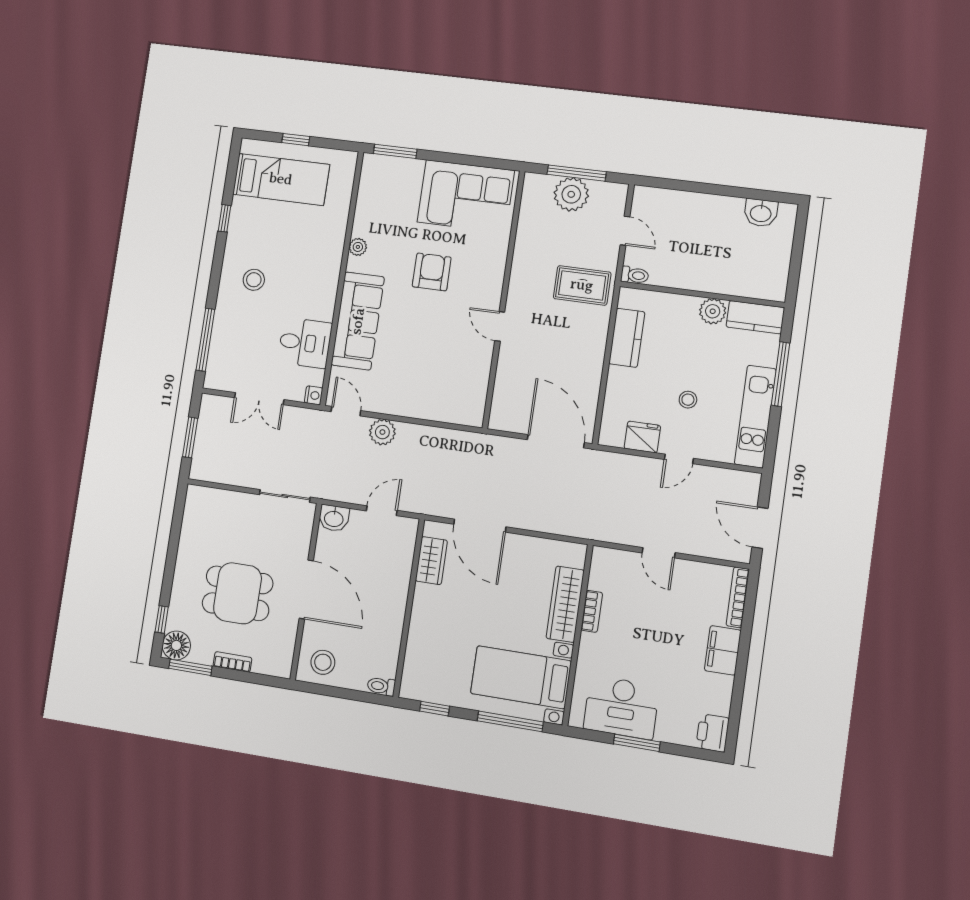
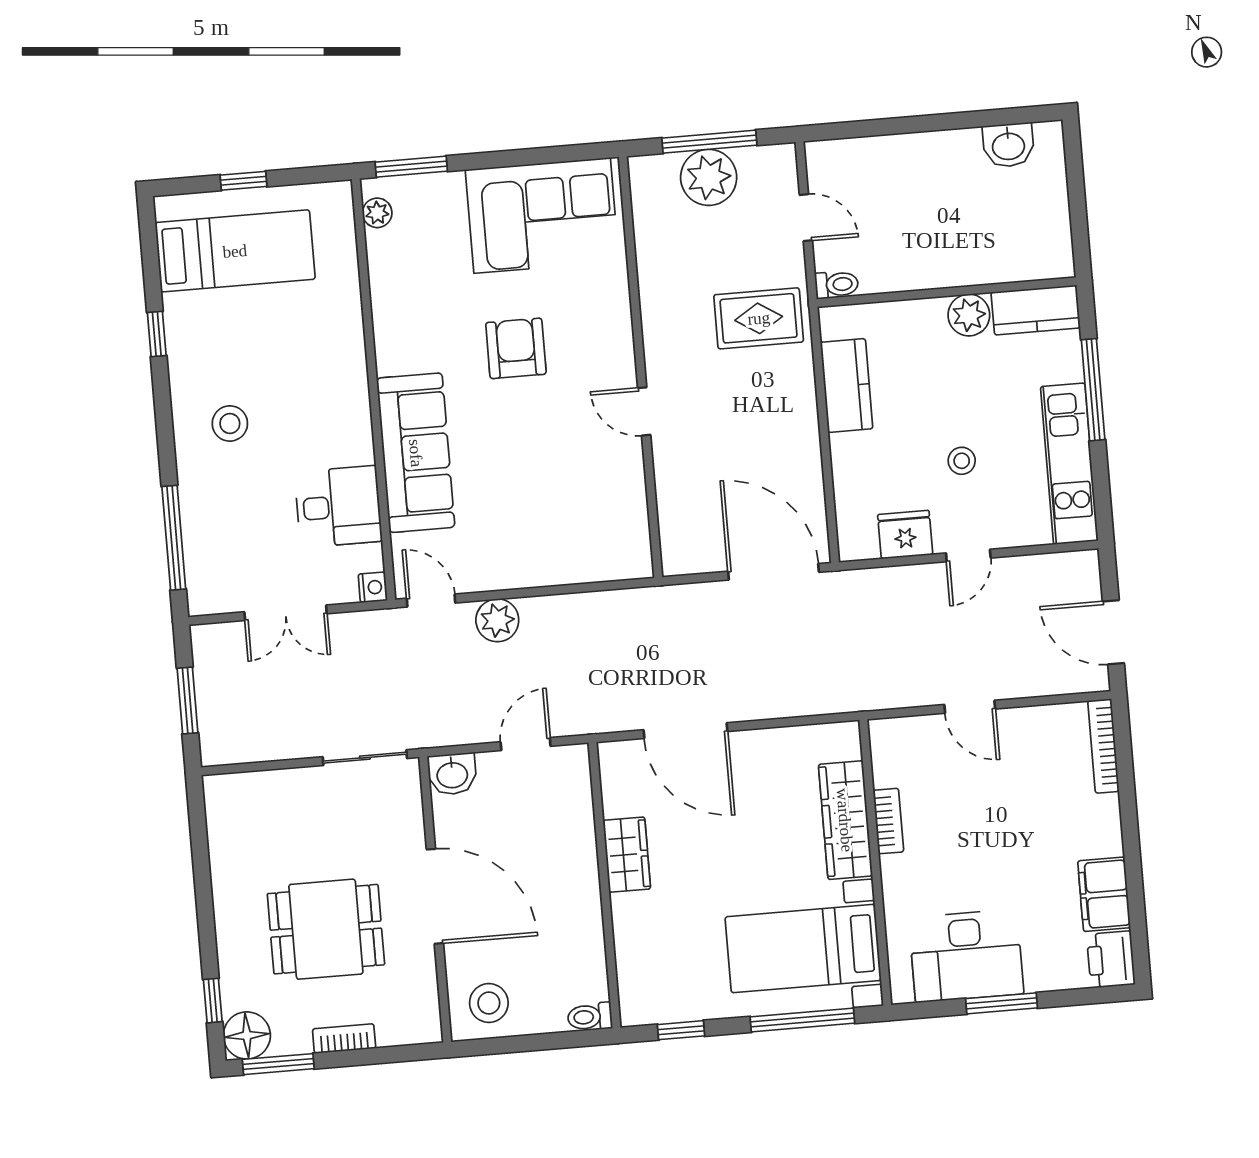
plant: (358, 247) -> (377, 213), moved
wardrobe: (431, 561) -> (627, 855), moved
filing cabinet: (723, 650) -> (1104, 894), moved

